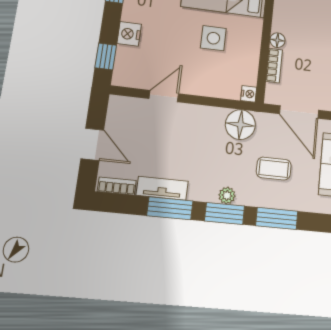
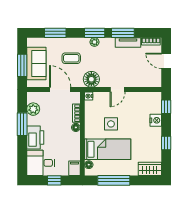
door: (164, 96) -> (117, 90), moved
window: (277, 218) -> (55, 33), moved

